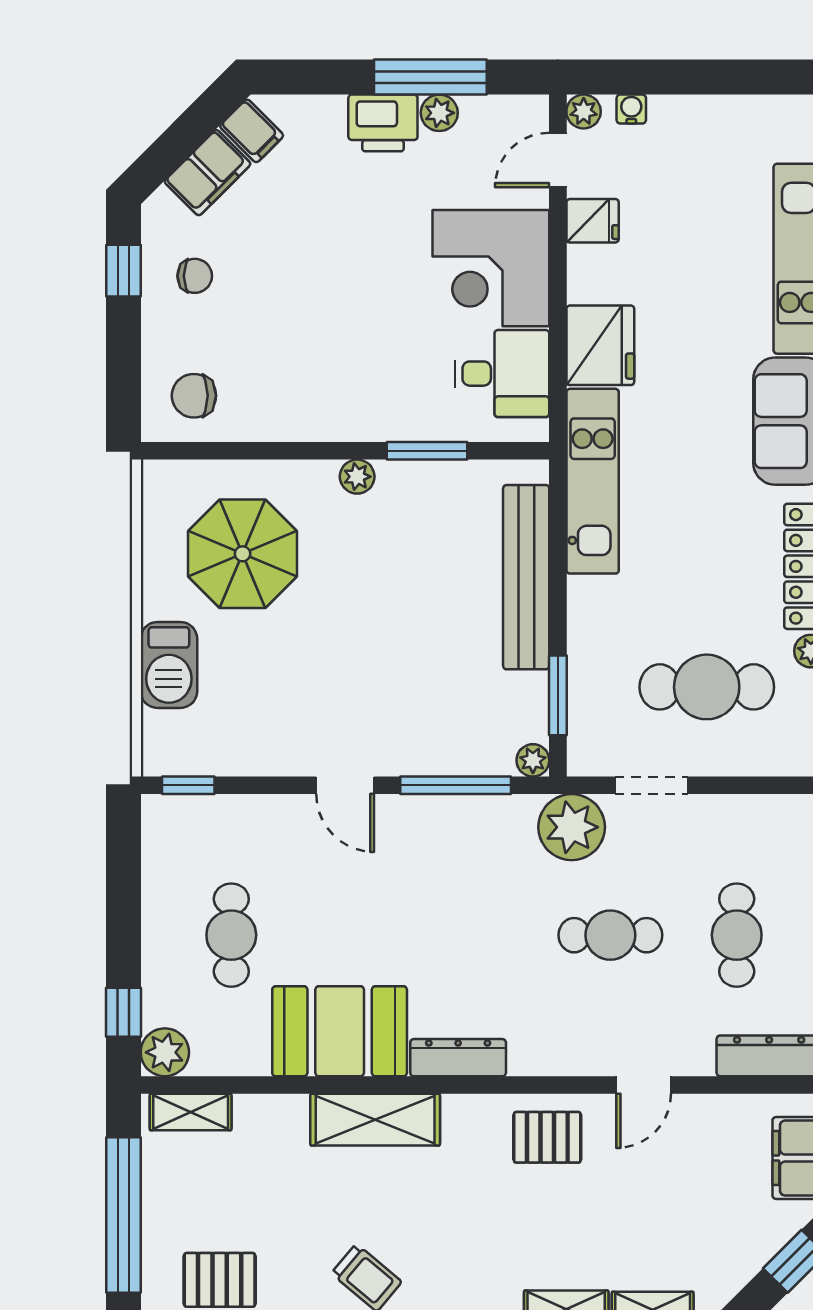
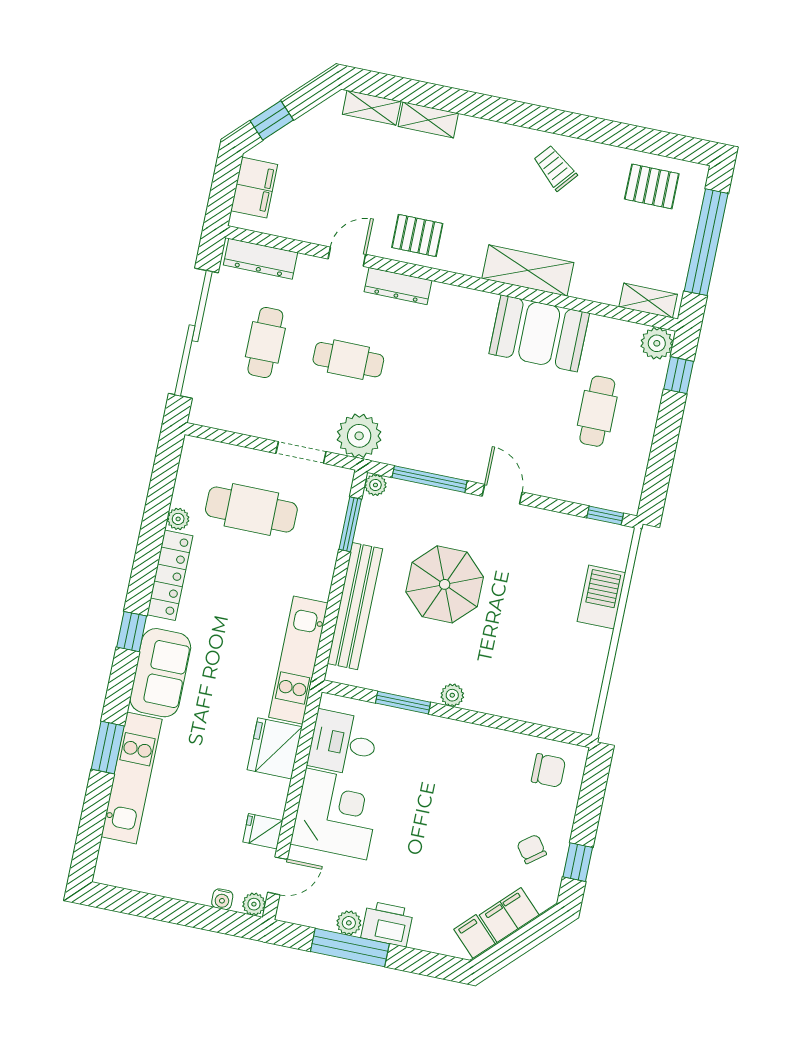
chair: (195, 276) -> (532, 849), turned 53
parasol: (243, 554) -> (445, 584), moved
dresser: (458, 1058) -> (398, 286), moved

